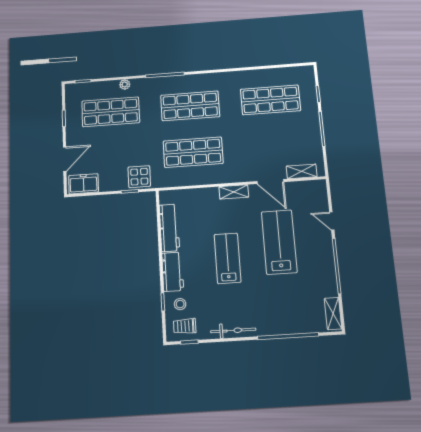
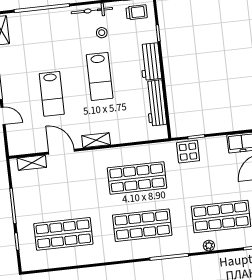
lab bench: (279, 242) -> (52, 94), width x0.73, depth x0.72
stool: (180, 304) -> (102, 33), moved

